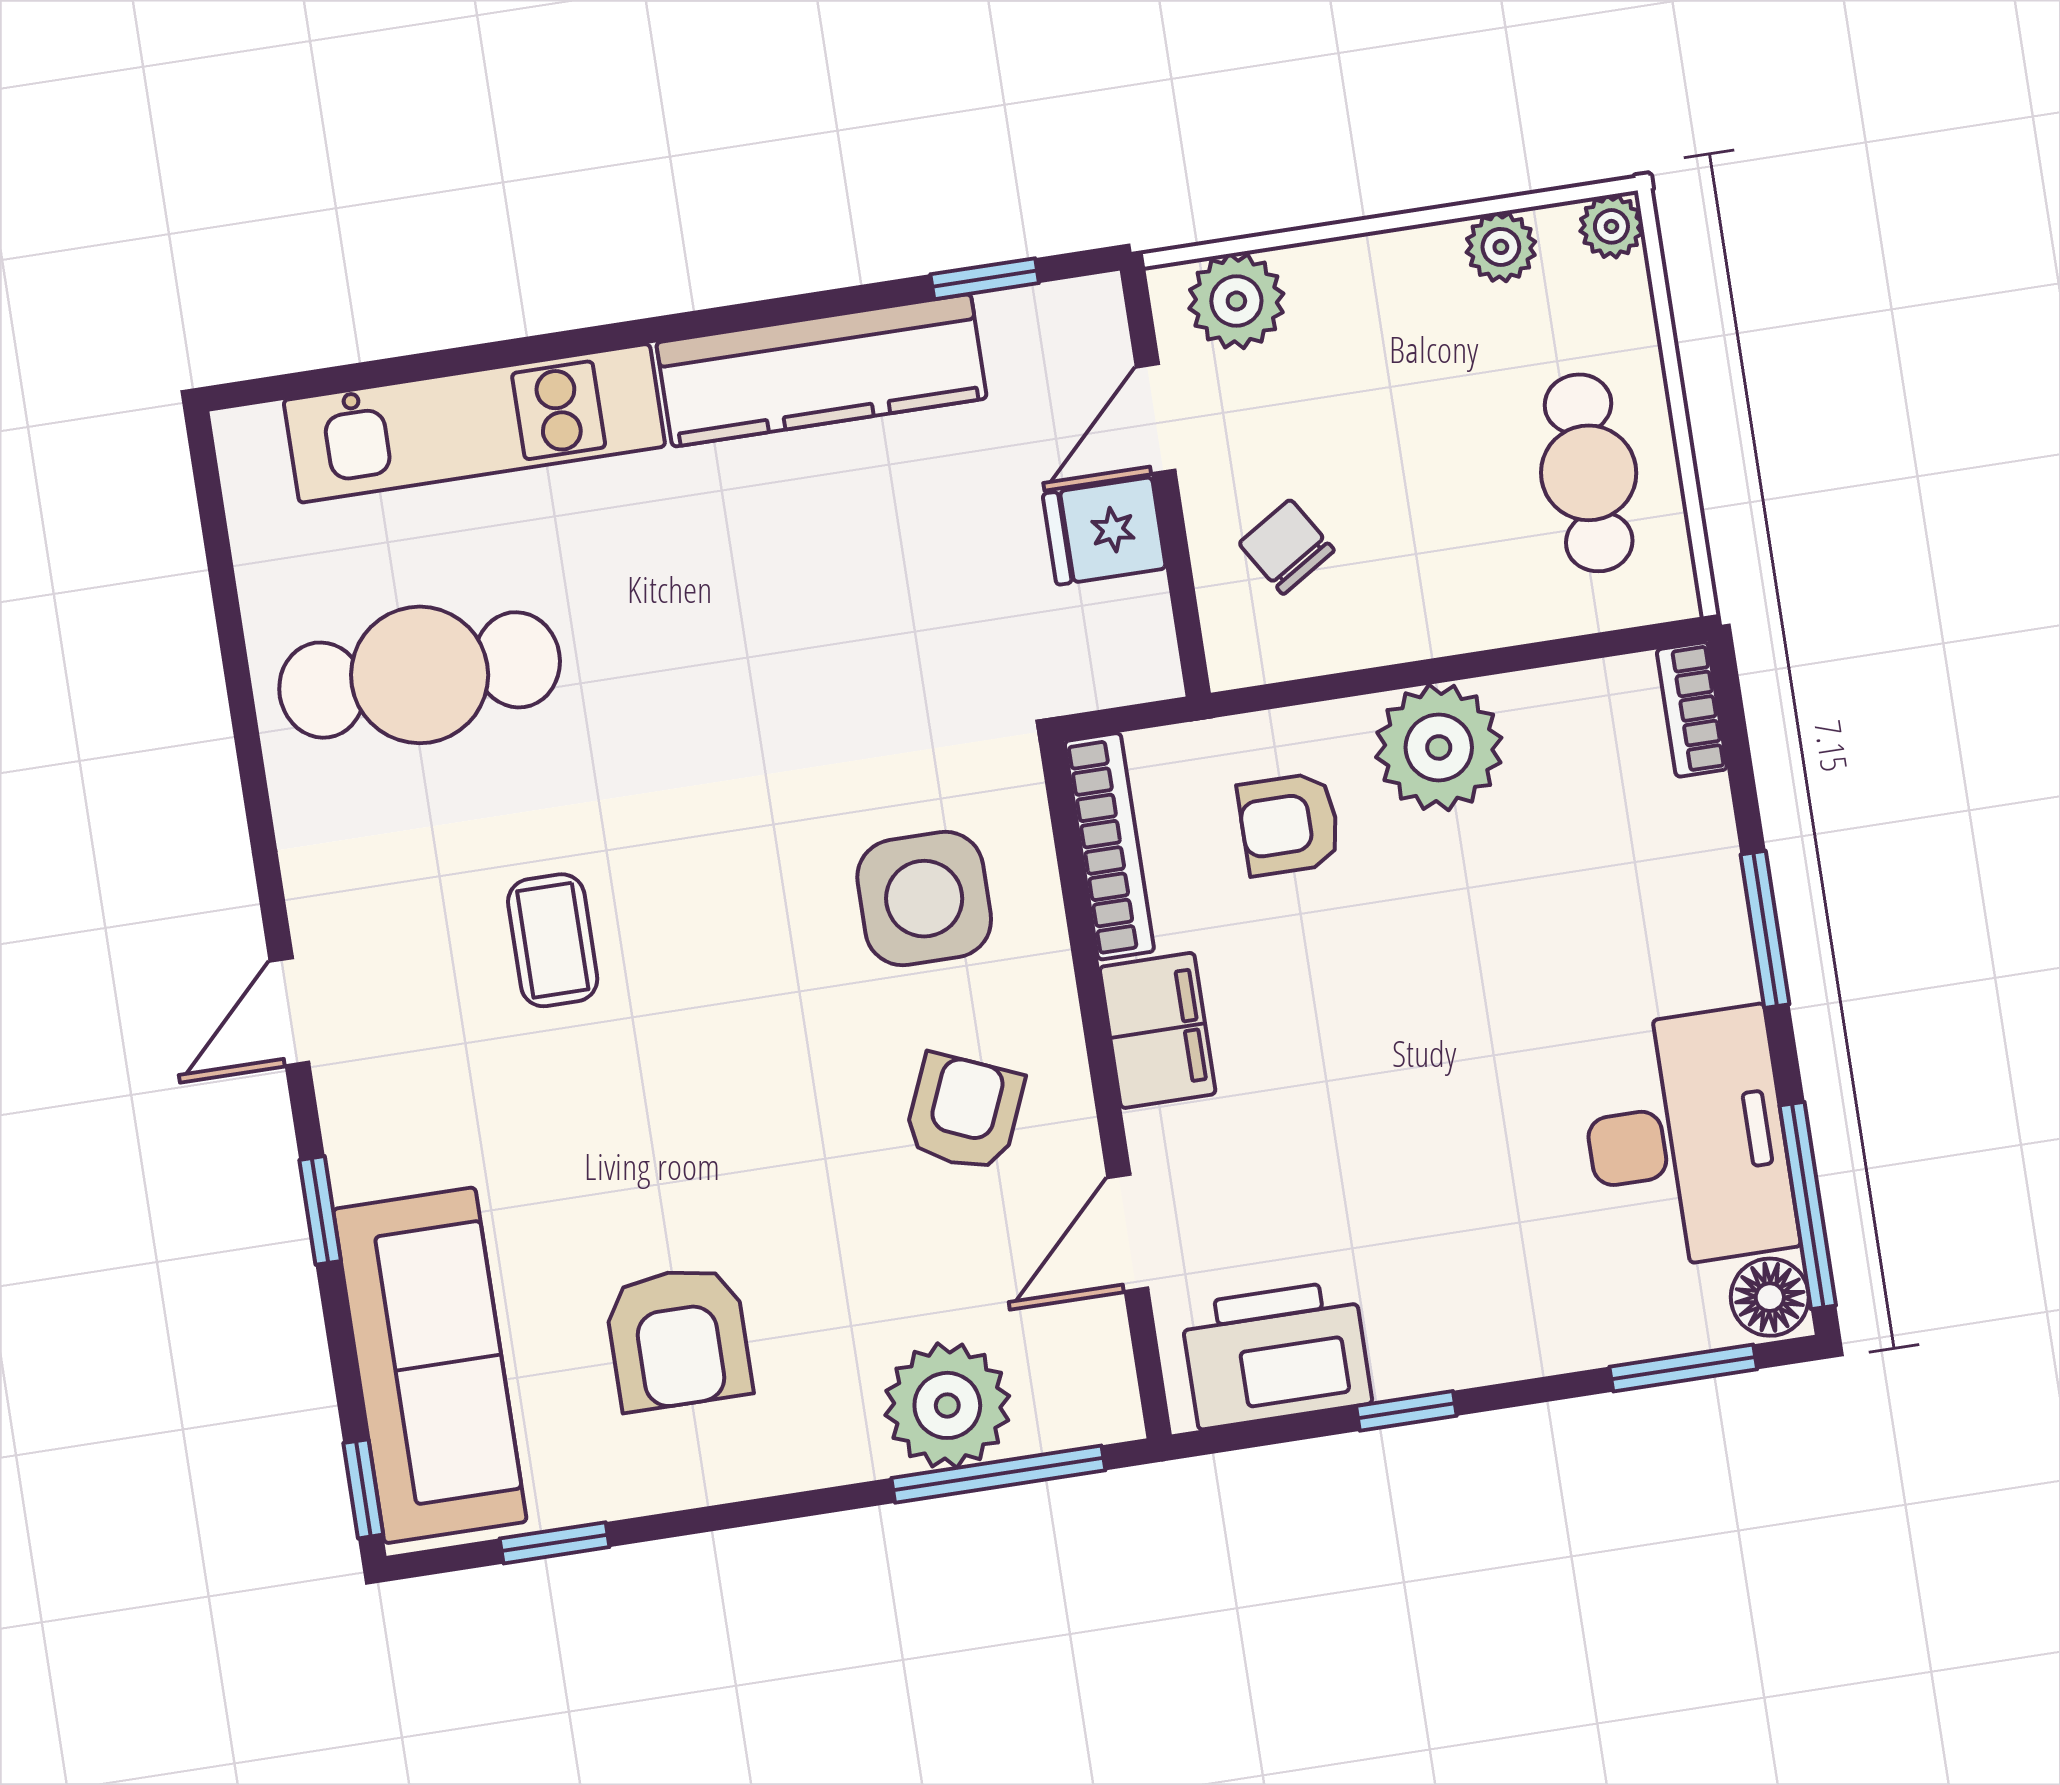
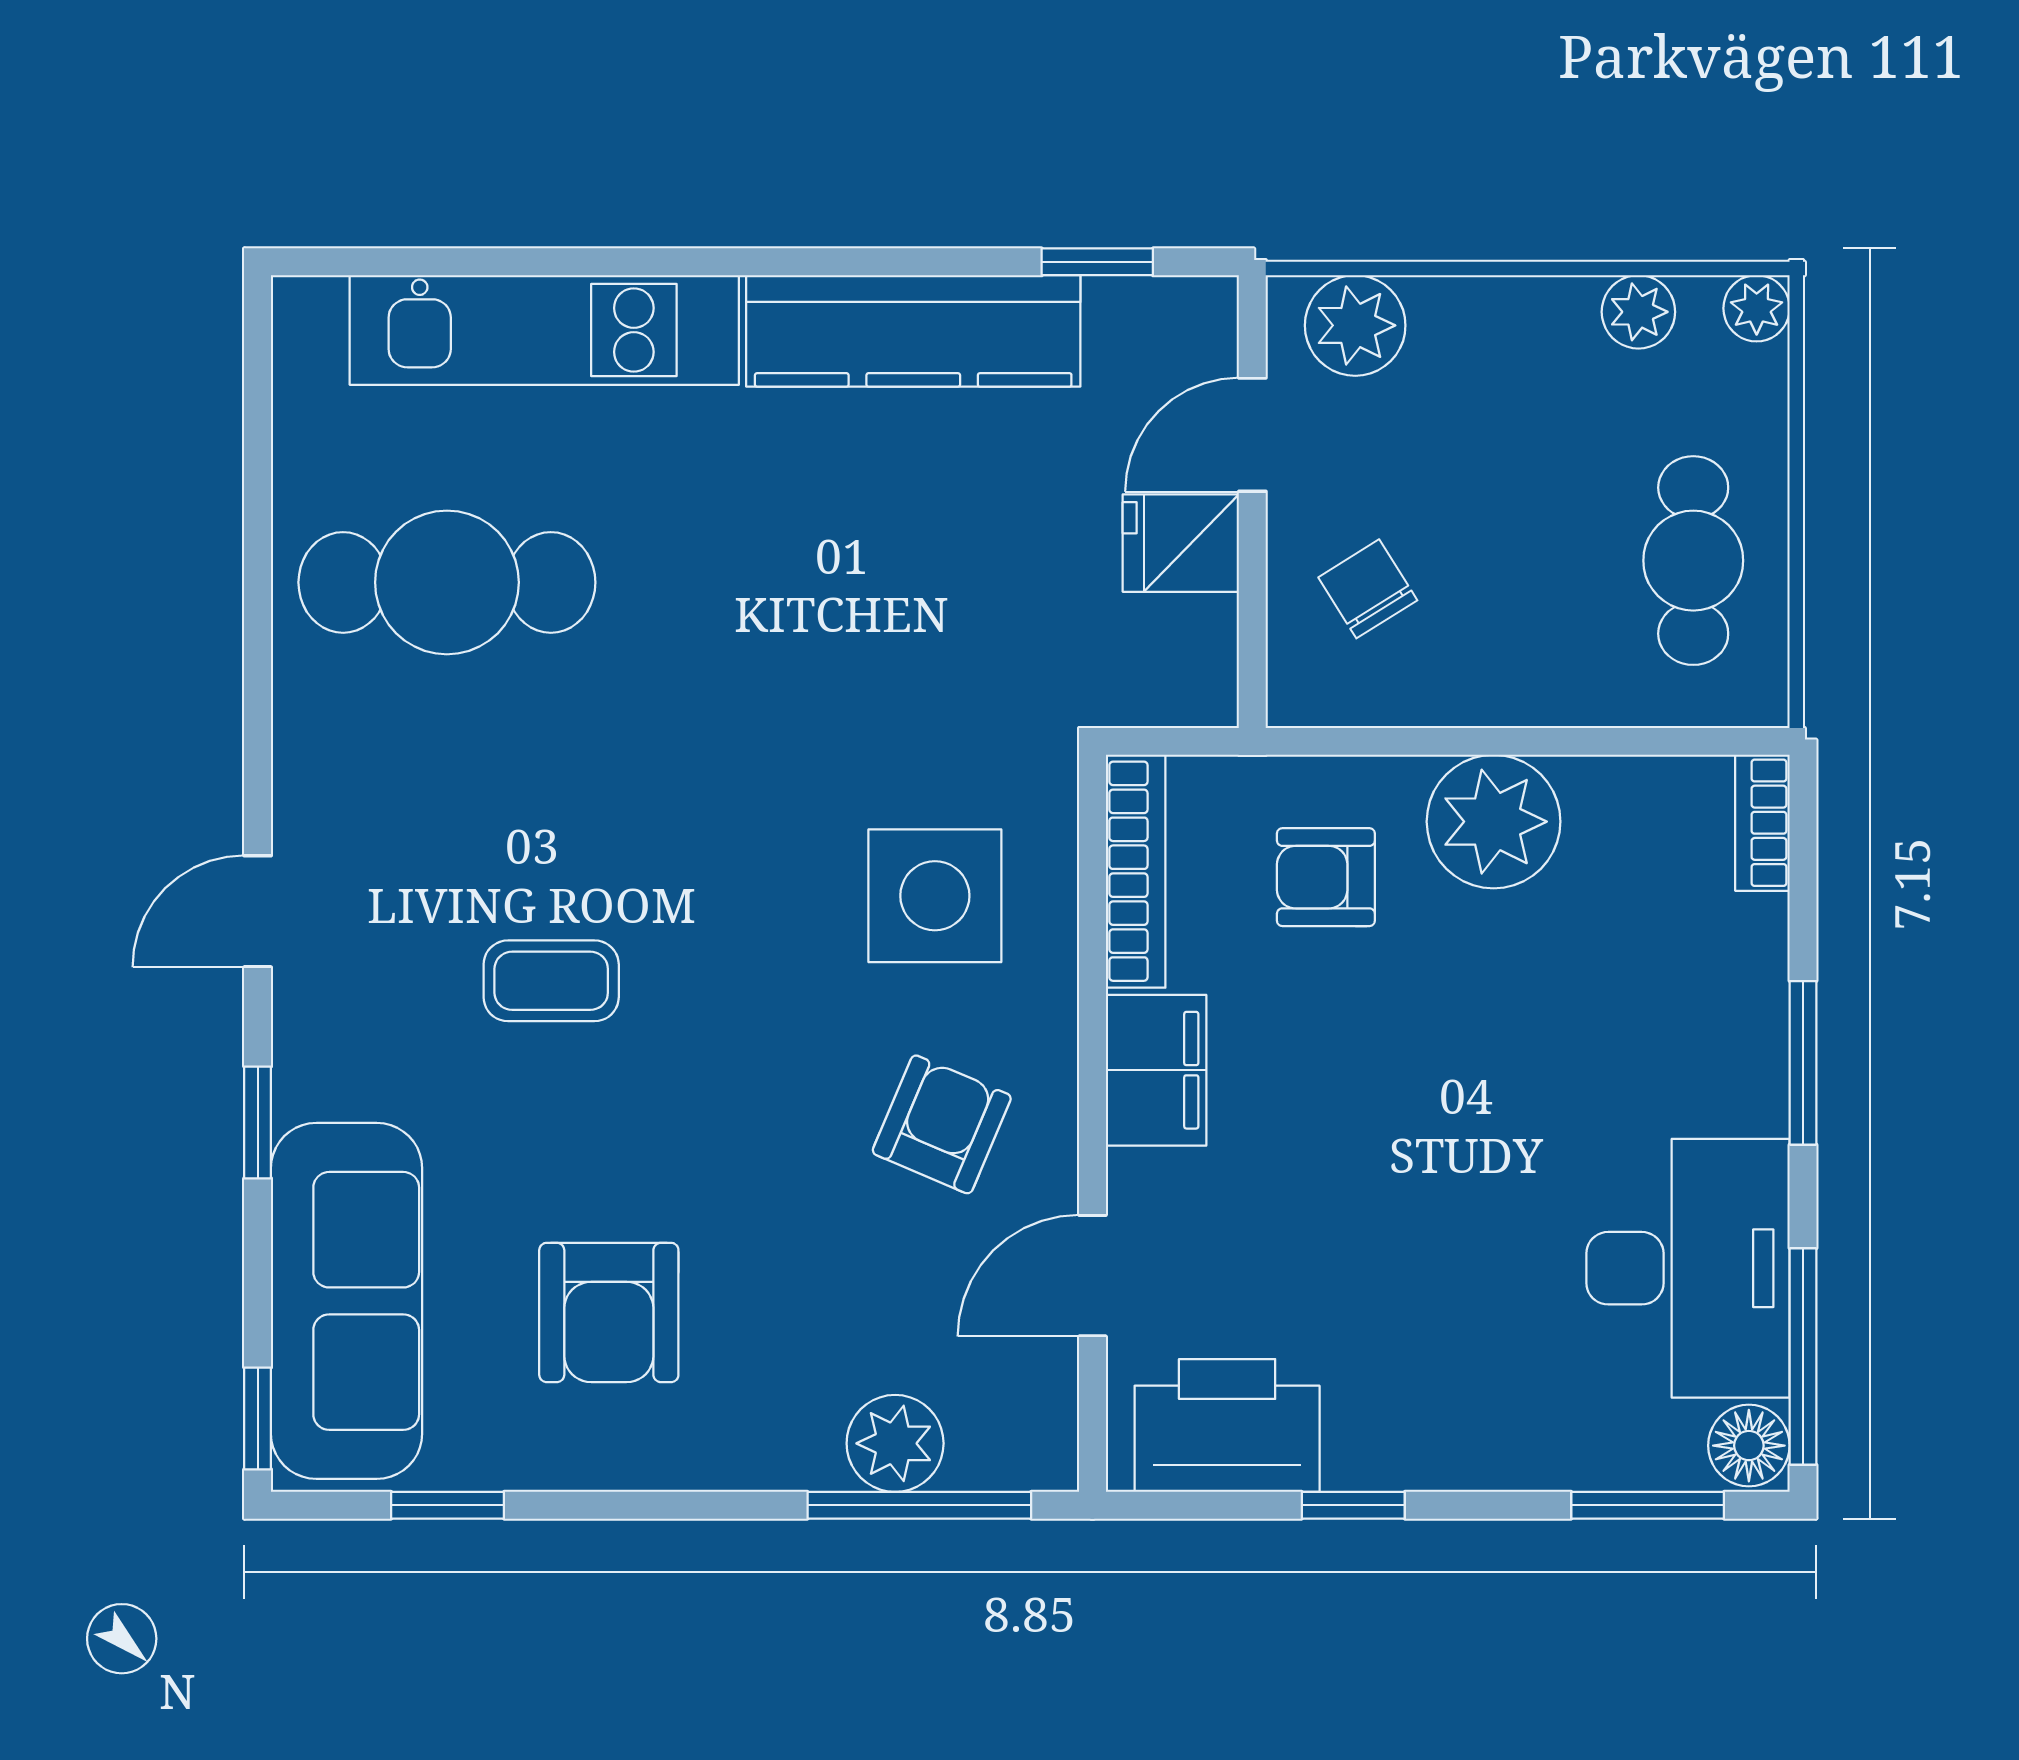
coffee table: (553, 940) -> (551, 981), moved, turned 90
plant: (947, 1405) -> (895, 1443), width x0.73, depth x0.73

